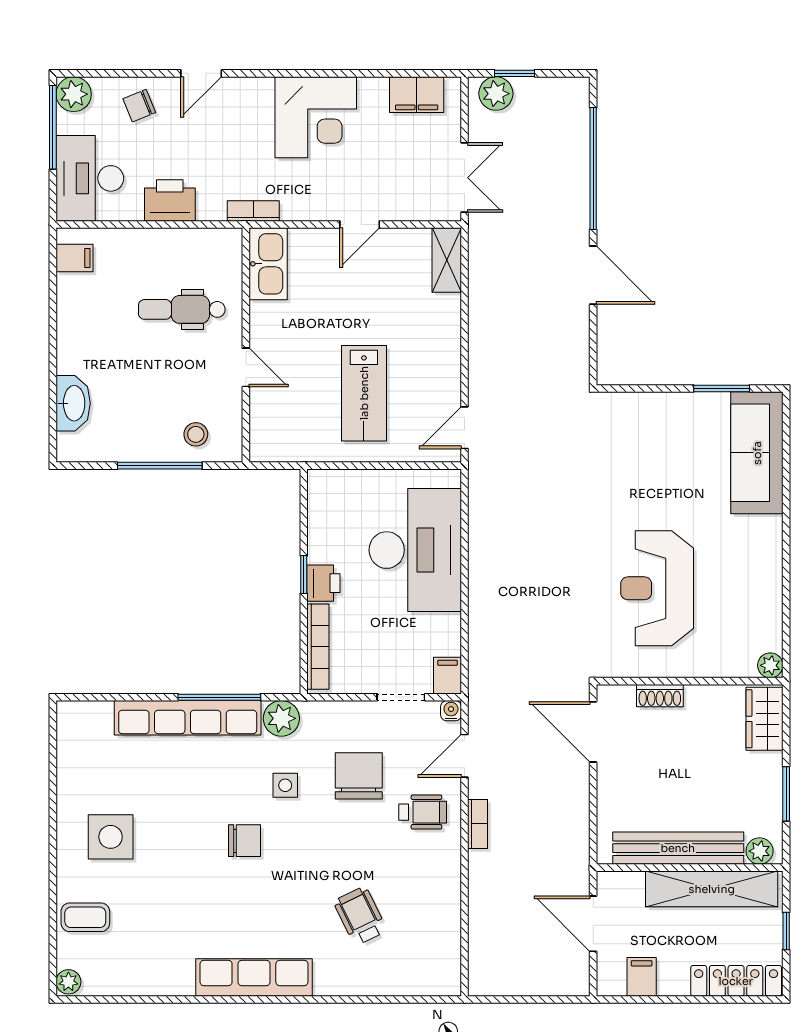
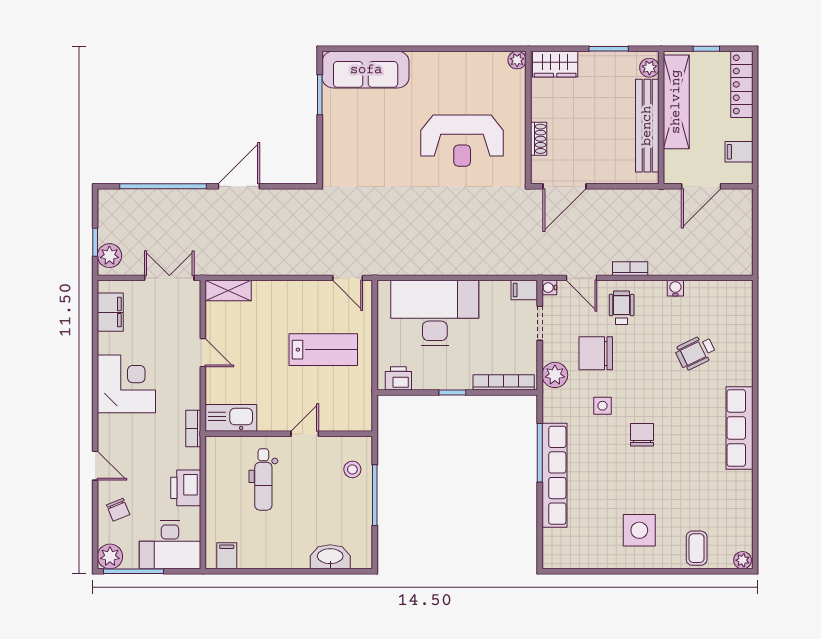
printer: (323, 583) -> (398, 378), moved
plant: (281, 718) -> (555, 375), moved
water cooler: (450, 888) -> (675, 288), added

